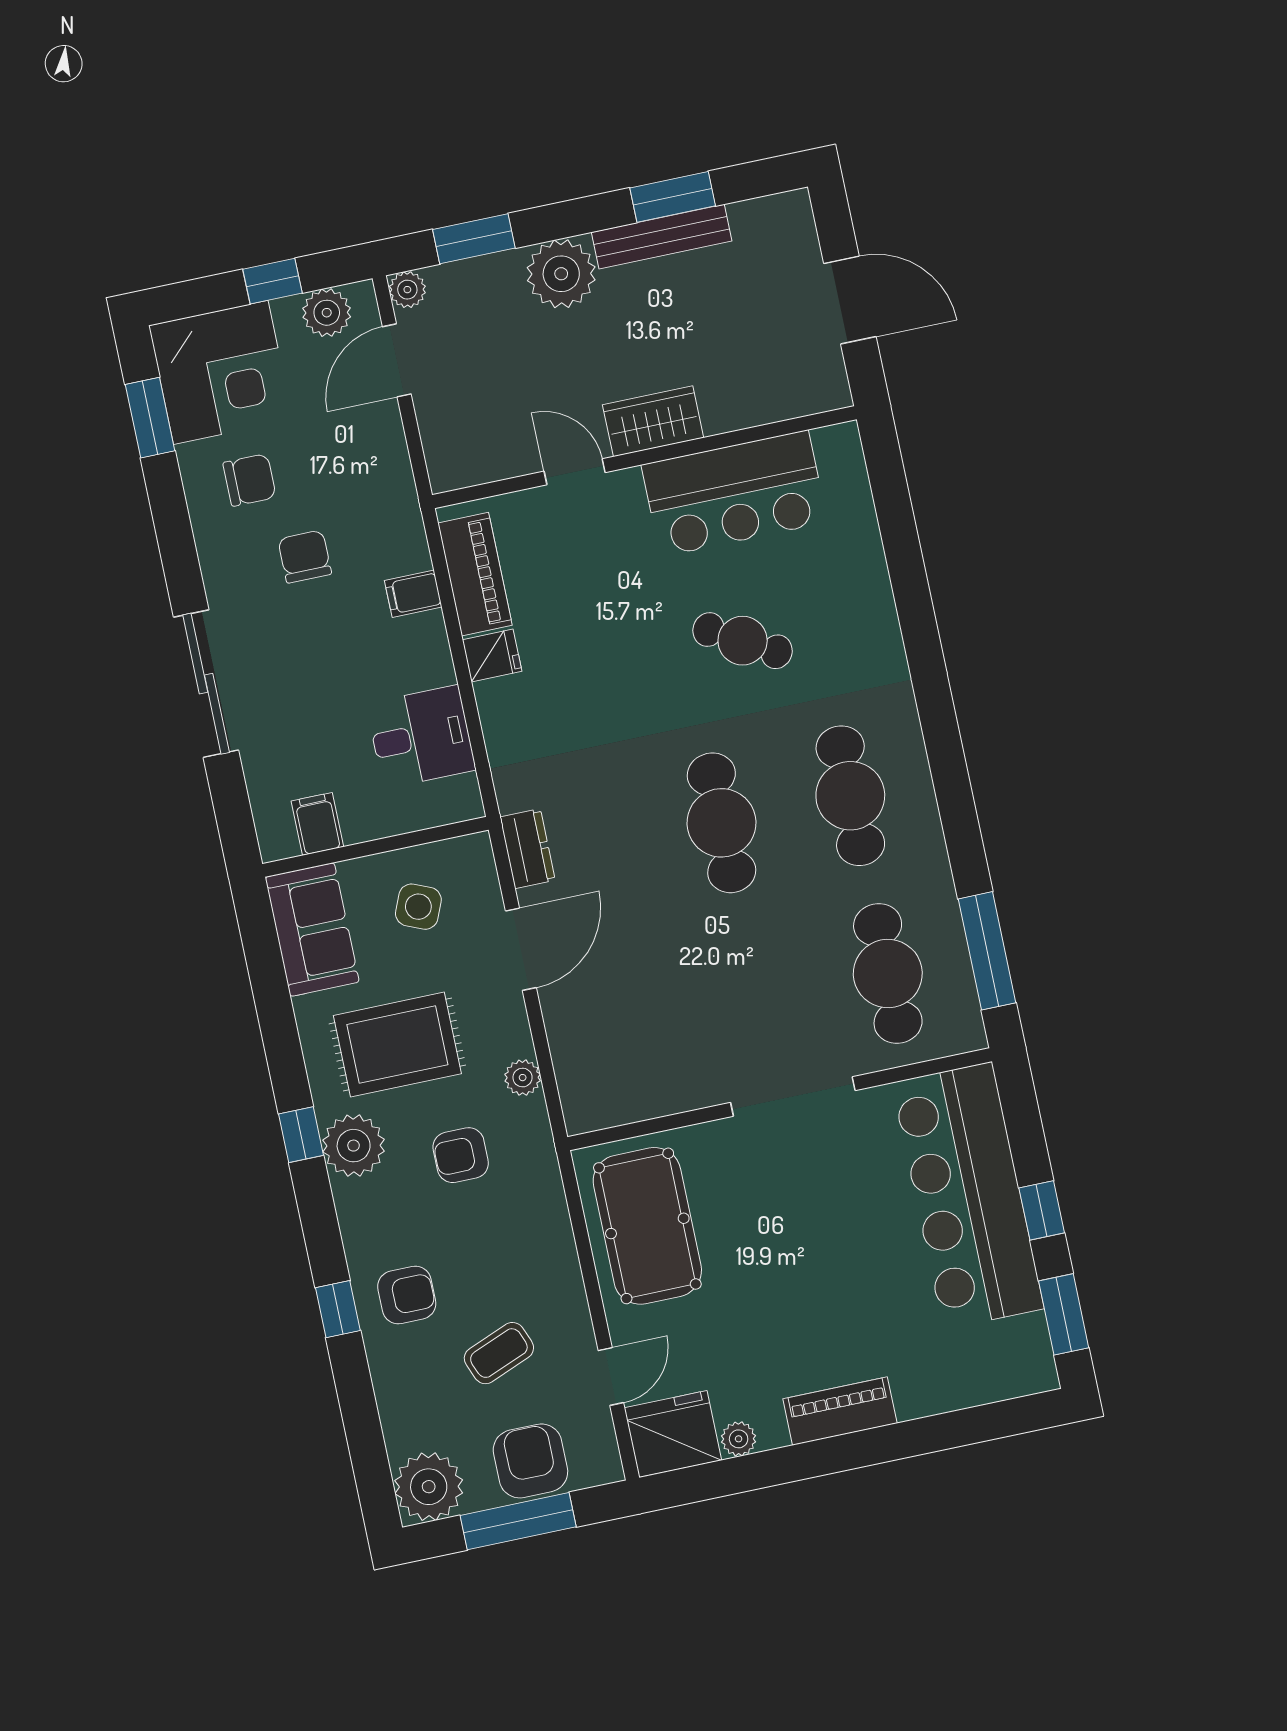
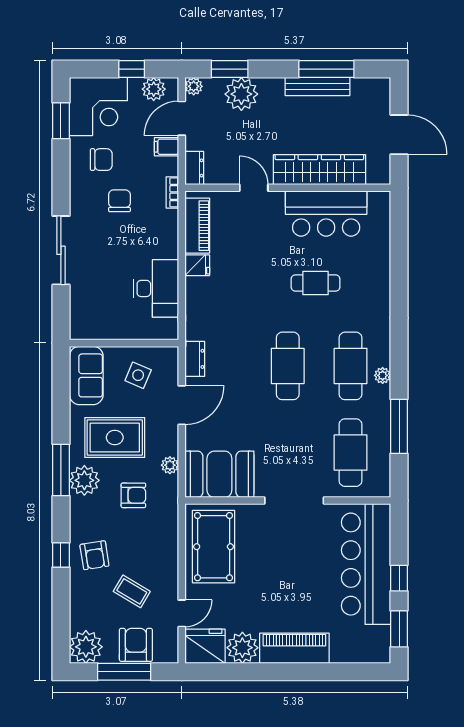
window: (673, 197) -> (326, 69), width x1.44
plant: (561, 274) -> (241, 94), moved
wardrobe: (653, 421) -> (319, 170), width x2.10, depth x1.17
dresser: (444, 457) -> (194, 168), added
bookcase: (410, 517) -> (172, 192), added
filing cabinet: (413, 594) -> (166, 147), moved
cafe table: (743, 641) -> (315, 283), turned -30
desk: (421, 737) -> (156, 288), width x1.37
plant: (920, 801) -> (383, 375), added
filing cabinet: (317, 824) -> (99, 327), removed
window: (987, 951) -> (399, 426), moved
booth: (628, 1075) -> (219, 474), added
window: (301, 1135) -> (61, 470), width x2.17
armchair: (461, 1155) -> (133, 495), turned 180
armchair: (407, 1295) -> (94, 555), turned 81
coffee table: (499, 1353) -> (132, 591), turned 53
piano: (840, 1411) -> (294, 648), width x1.37, depth x1.33
plant: (739, 1439) -> (242, 648), width x1.87, depth x1.87

